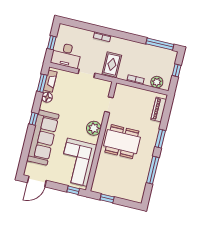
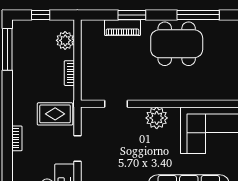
piano: (159, 109) -> (122, 28), moved
window: (160, 139) -> (132, 15), moved
dining table: (122, 142) -> (177, 44), moved, turned 90

